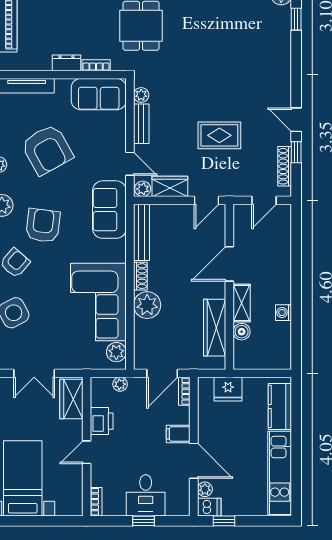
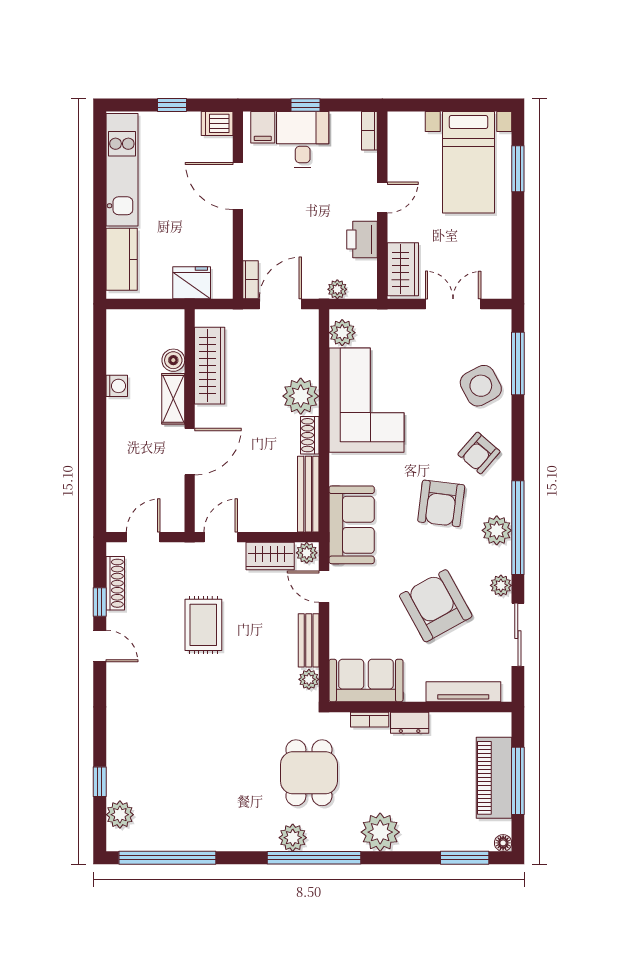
rug: (219, 135) -> (203, 625), turned 90
filing cabinet: (178, 434) -> (263, 127), moved, turned 90
plant: (205, 489) -> (223, 148), removed
window: (224, 521) -> (172, 105), moved

